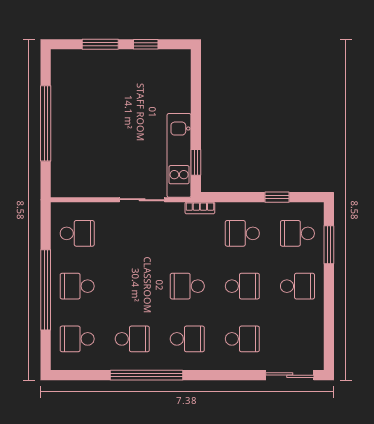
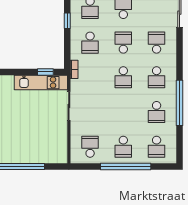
school desk: (132, 339) -> (157, 112), turned 180
school desk: (187, 339) -> (157, 77), turned 180

